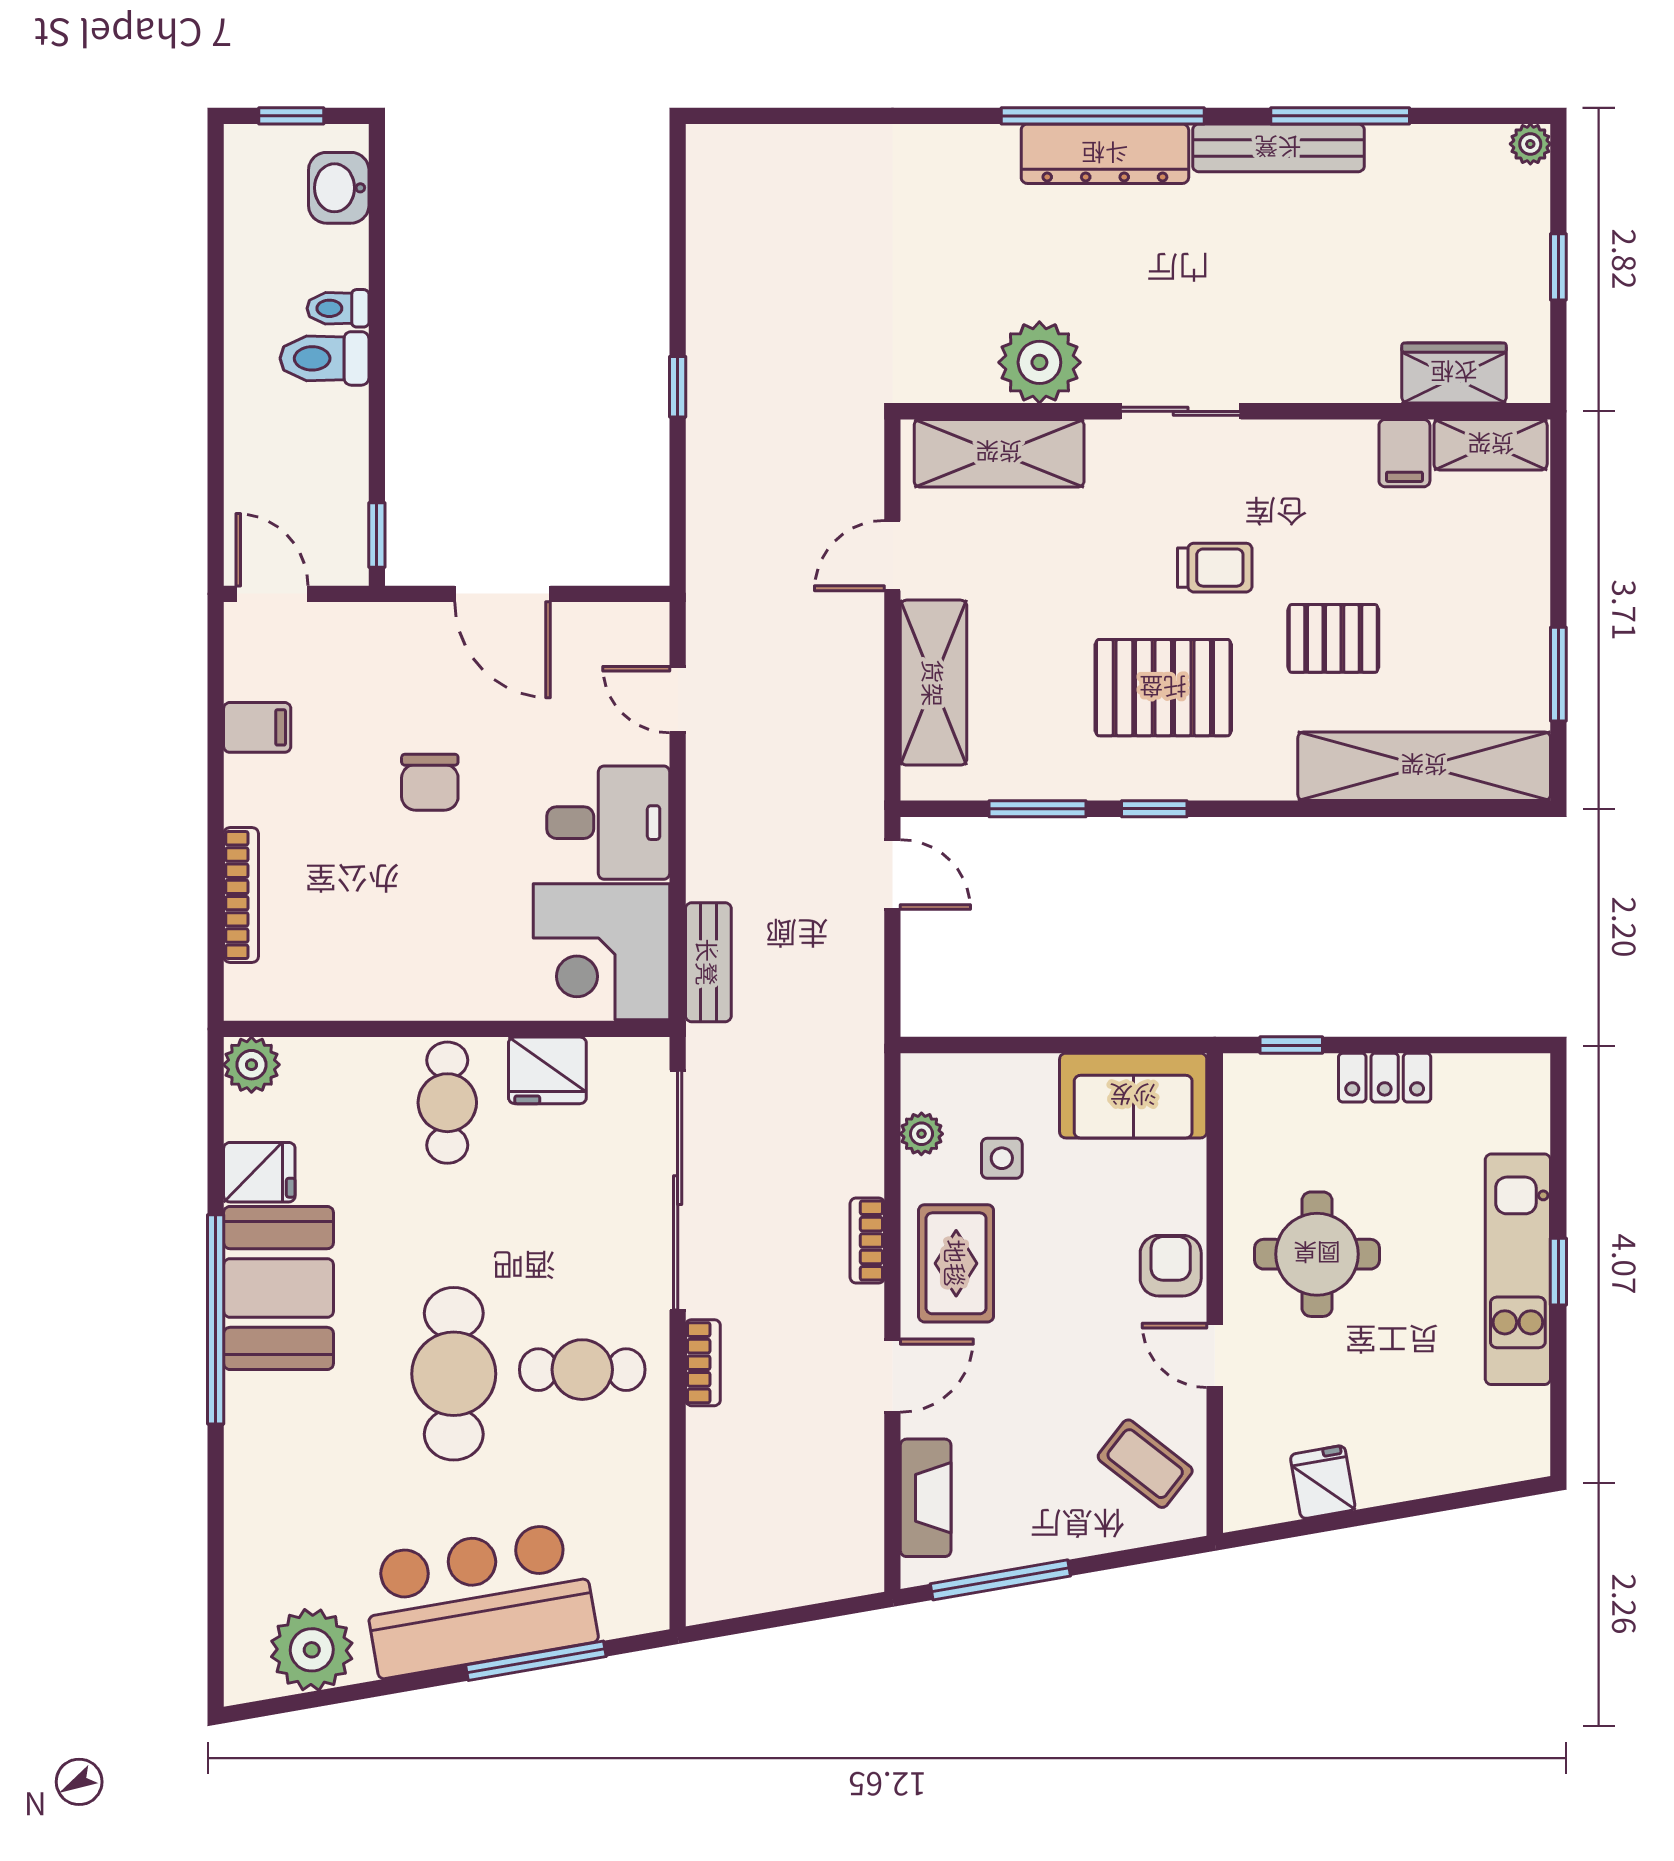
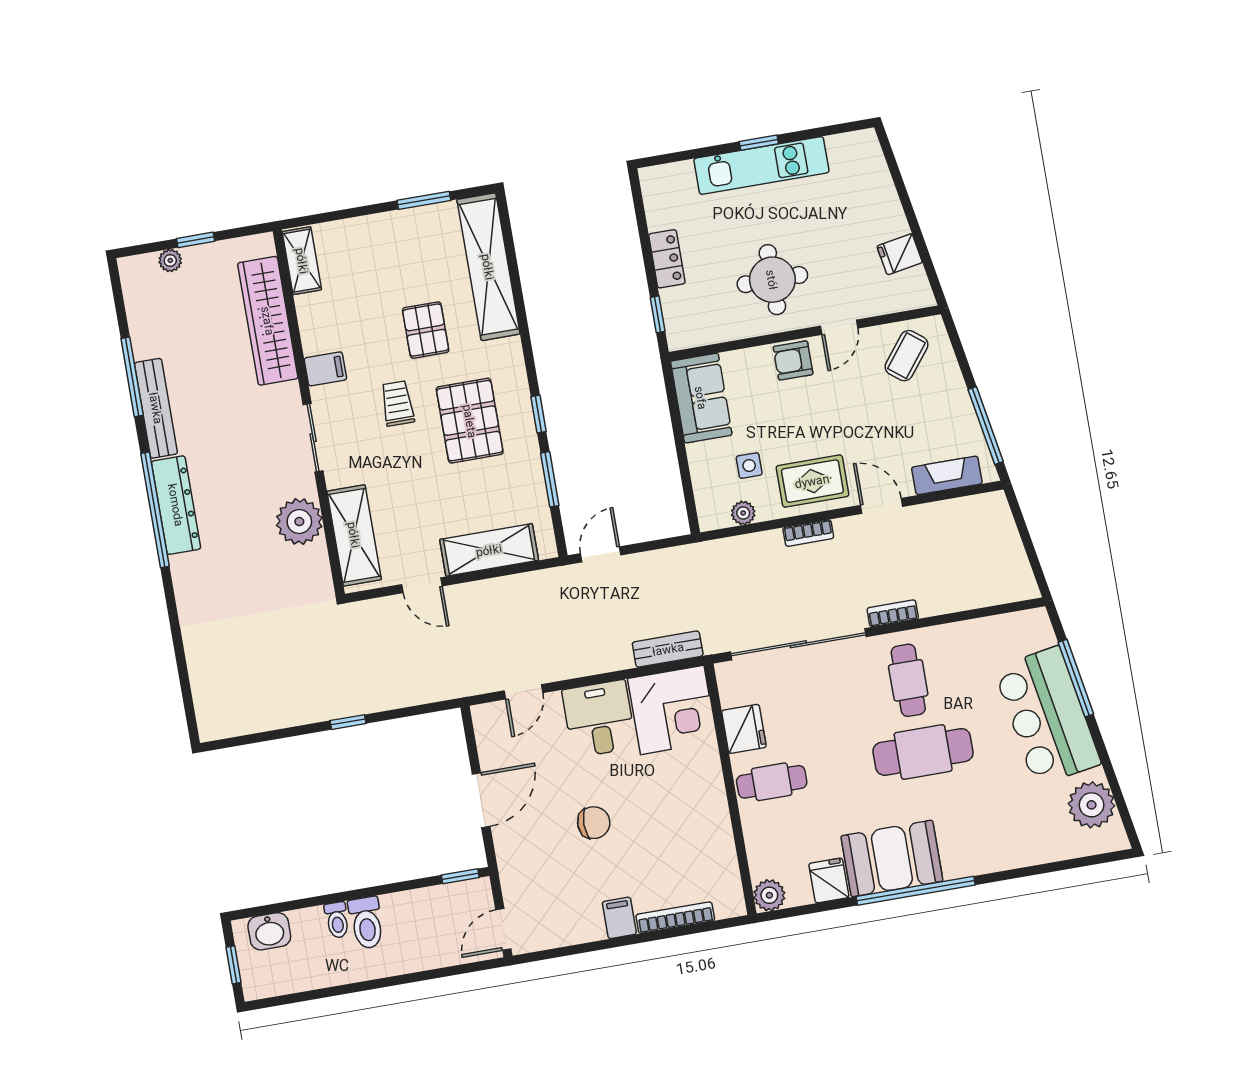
plant: (1530, 144) -> (170, 260), moved
wardrobe: (1454, 373) -> (268, 321), width x2.10, depth x1.17
filing cabinet: (1404, 453) -> (325, 369), moved
filing cabinet: (257, 727) -> (619, 918), moved

